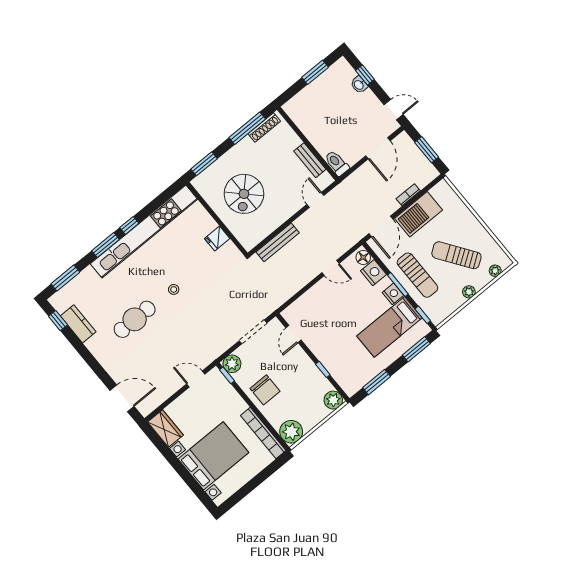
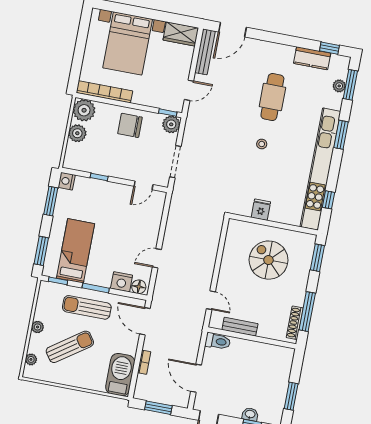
barbecue: (418, 214) -> (120, 375), moved
window: (129, 225) -> (329, 200), moved
bench: (278, 242) -> (205, 52), moved
plant: (75, 285) -> (339, 86), added
nightstand: (393, 294) -> (67, 181), moved, turned 90
door: (294, 334) -> (143, 185), swing flipped
plant: (333, 400) -> (77, 133), moved

